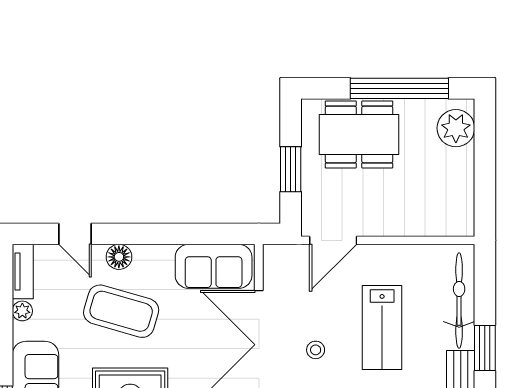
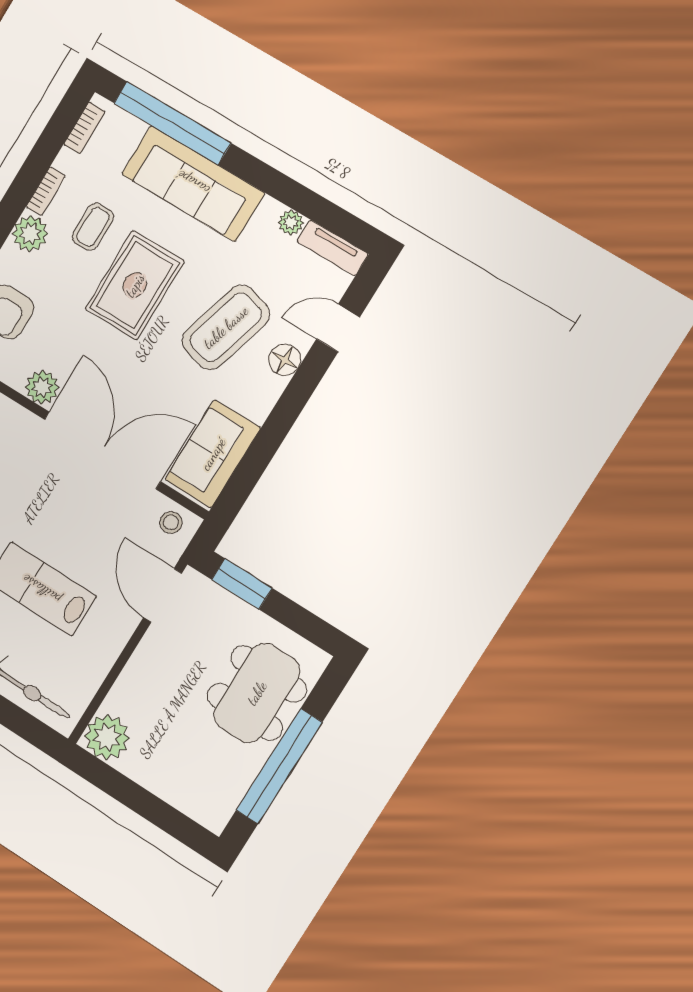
plant: (456, 128) -> (107, 737), moved
window: (291, 169) -> (242, 584), moved
stool: (316, 350) -> (171, 522), moved

